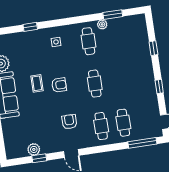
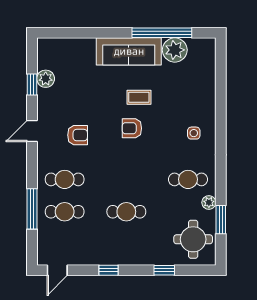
window: (30, 27) -> (221, 100), removed
round table: (129, 31) -> (193, 239), added
cafe table: (95, 84) -> (126, 212), moved
armchair: (59, 85) -> (132, 128), turned 90
window: (142, 143) -> (32, 209), moved

